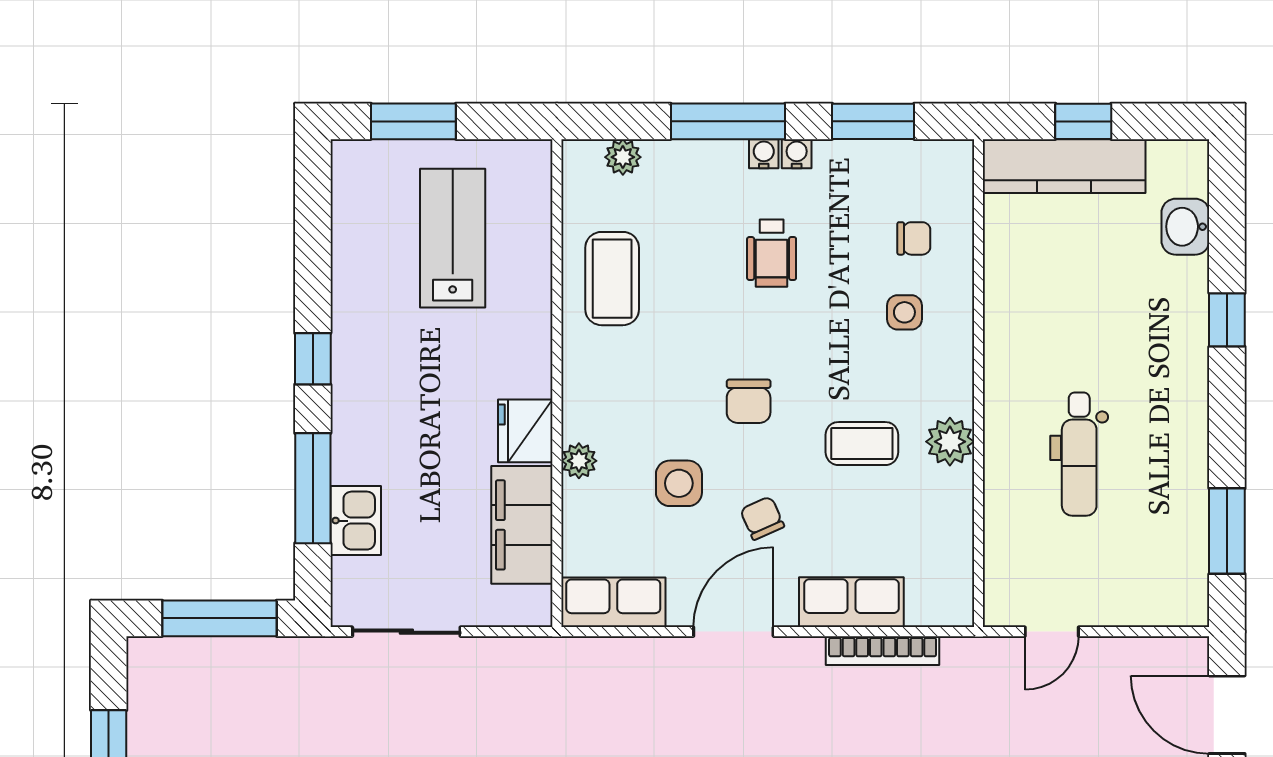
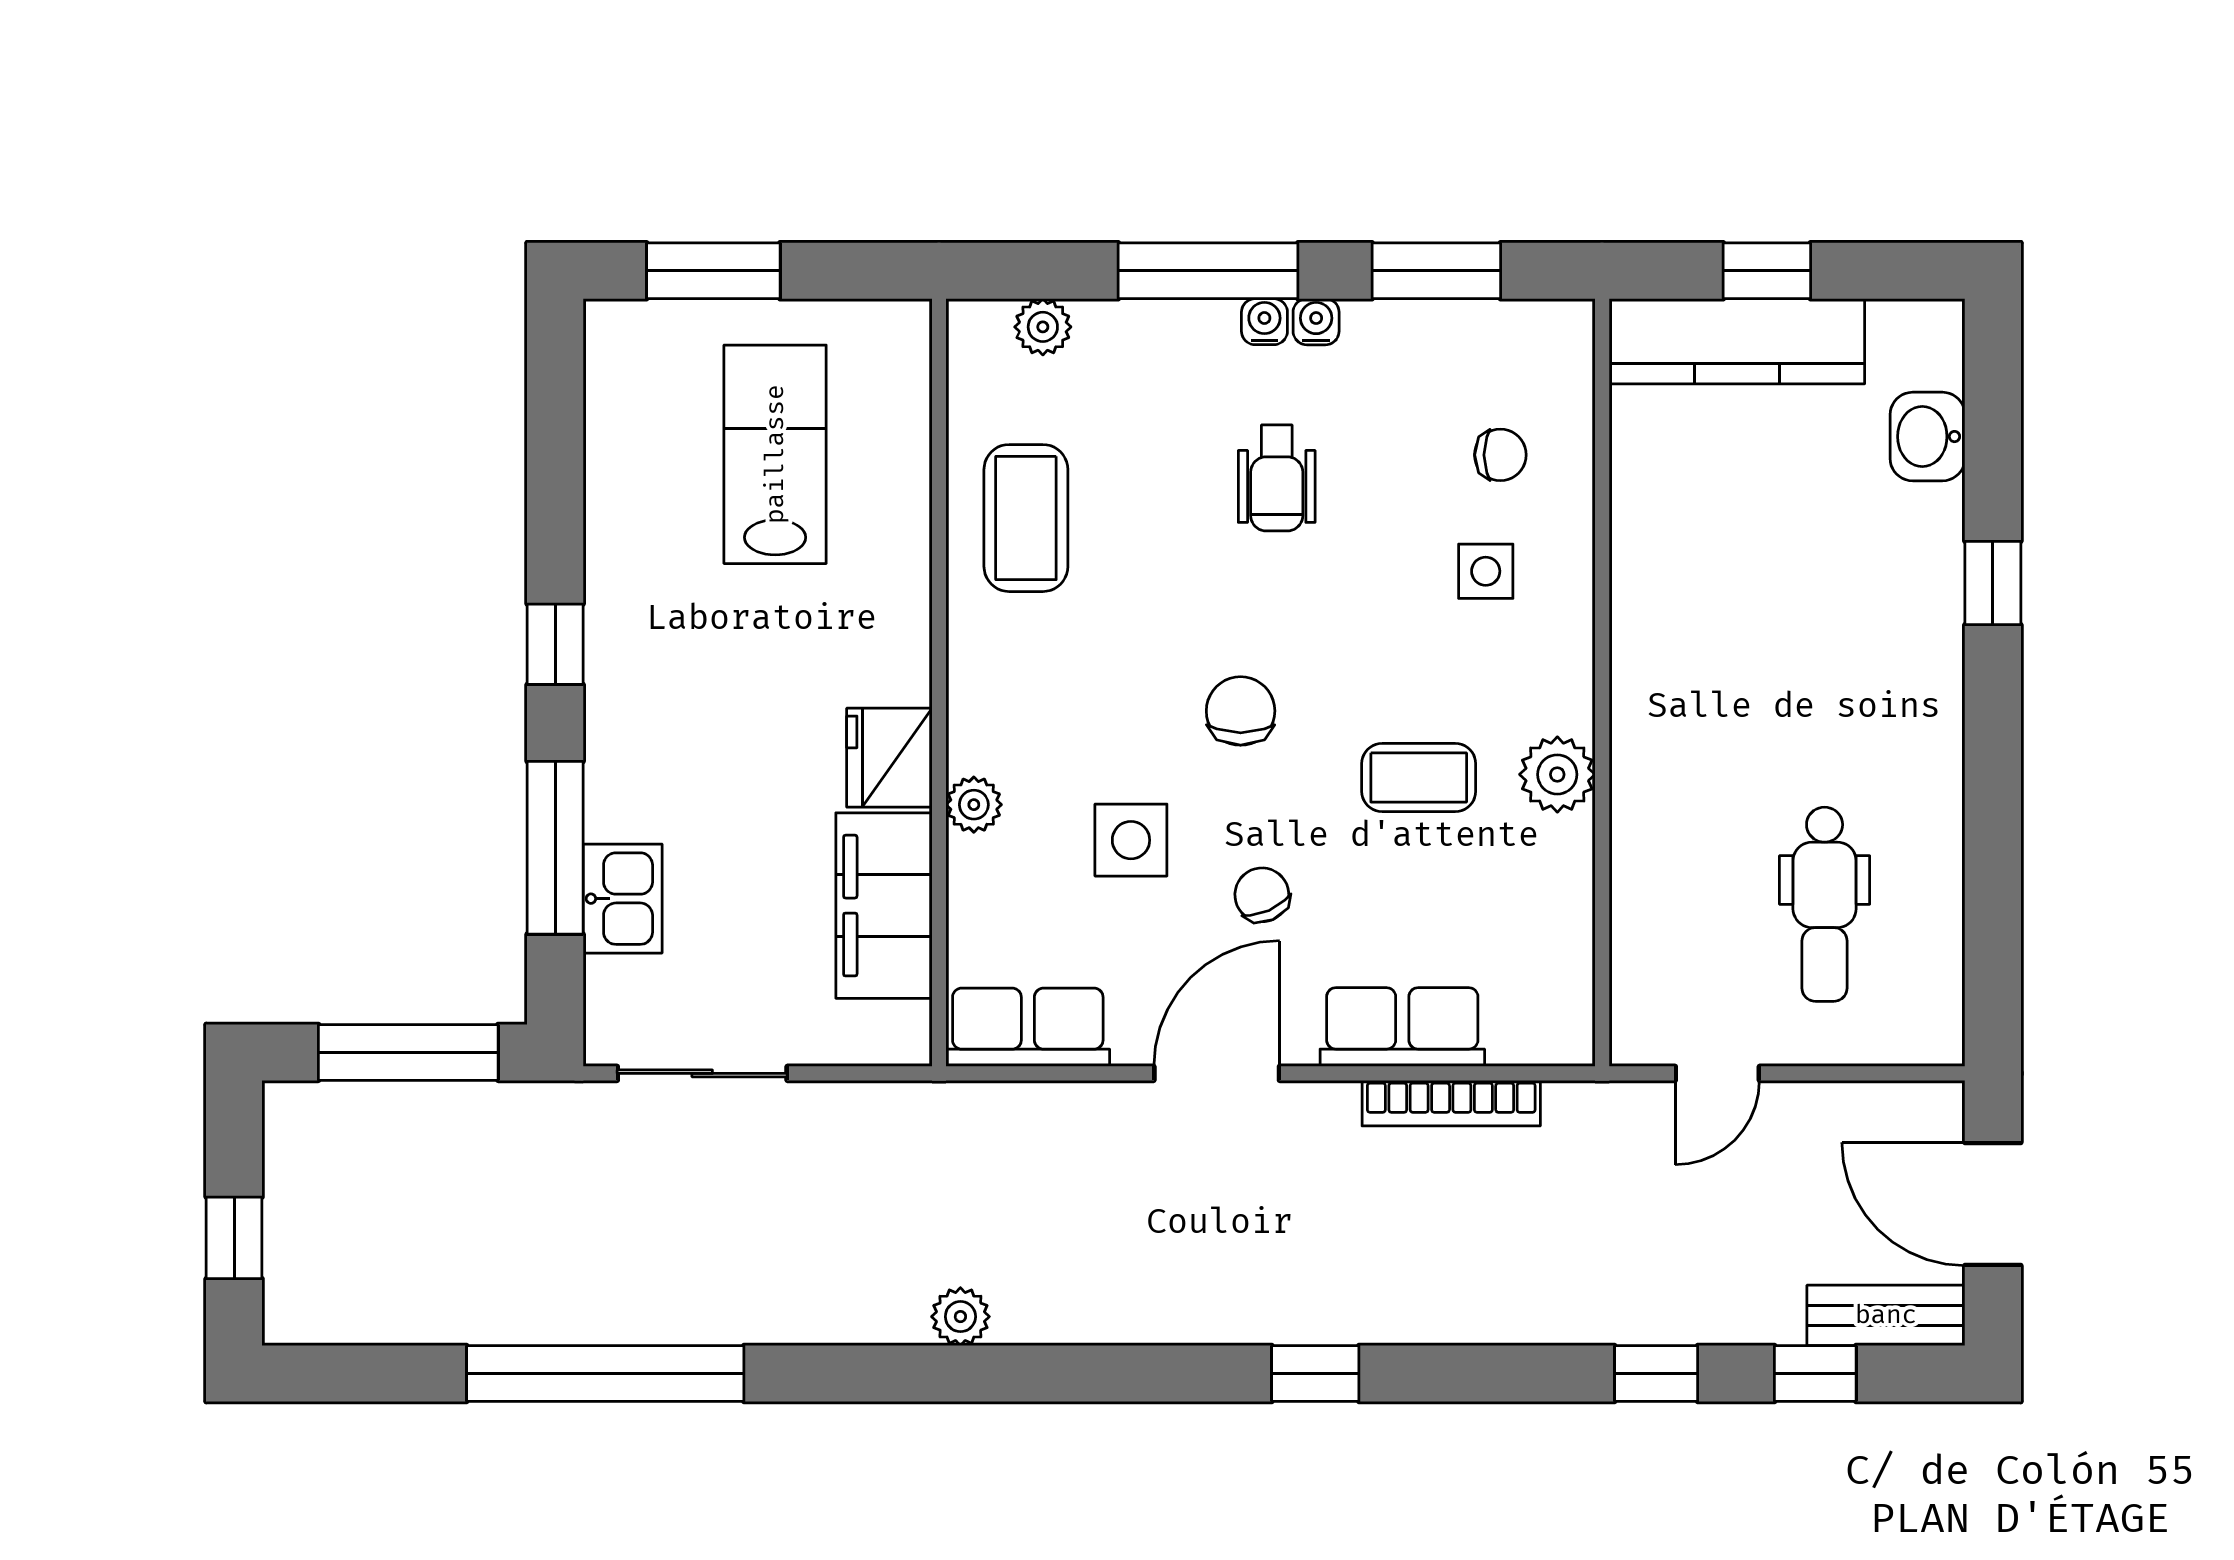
chair: (749, 401) -> (1241, 711), turned 180
dental chair: (1079, 454) -> (1825, 904), moved
window: (1227, 531) -> (1993, 915), removed

